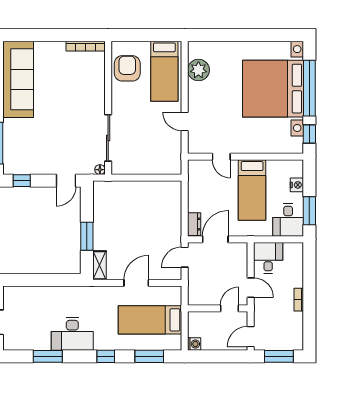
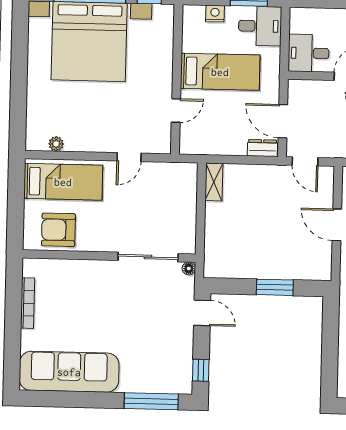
bookcase: (86, 46) -> (28, 303), moved
plant: (198, 70) -> (56, 144), width x0.53, depth x0.53
shelving: (100, 265) -> (214, 182), moved, turned 90

